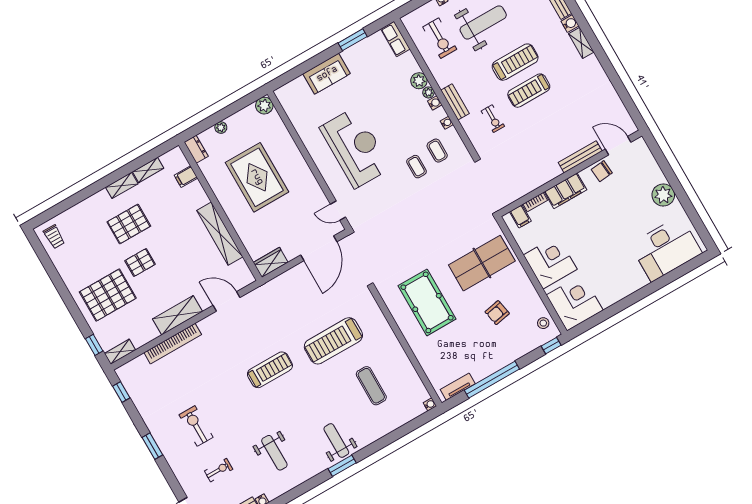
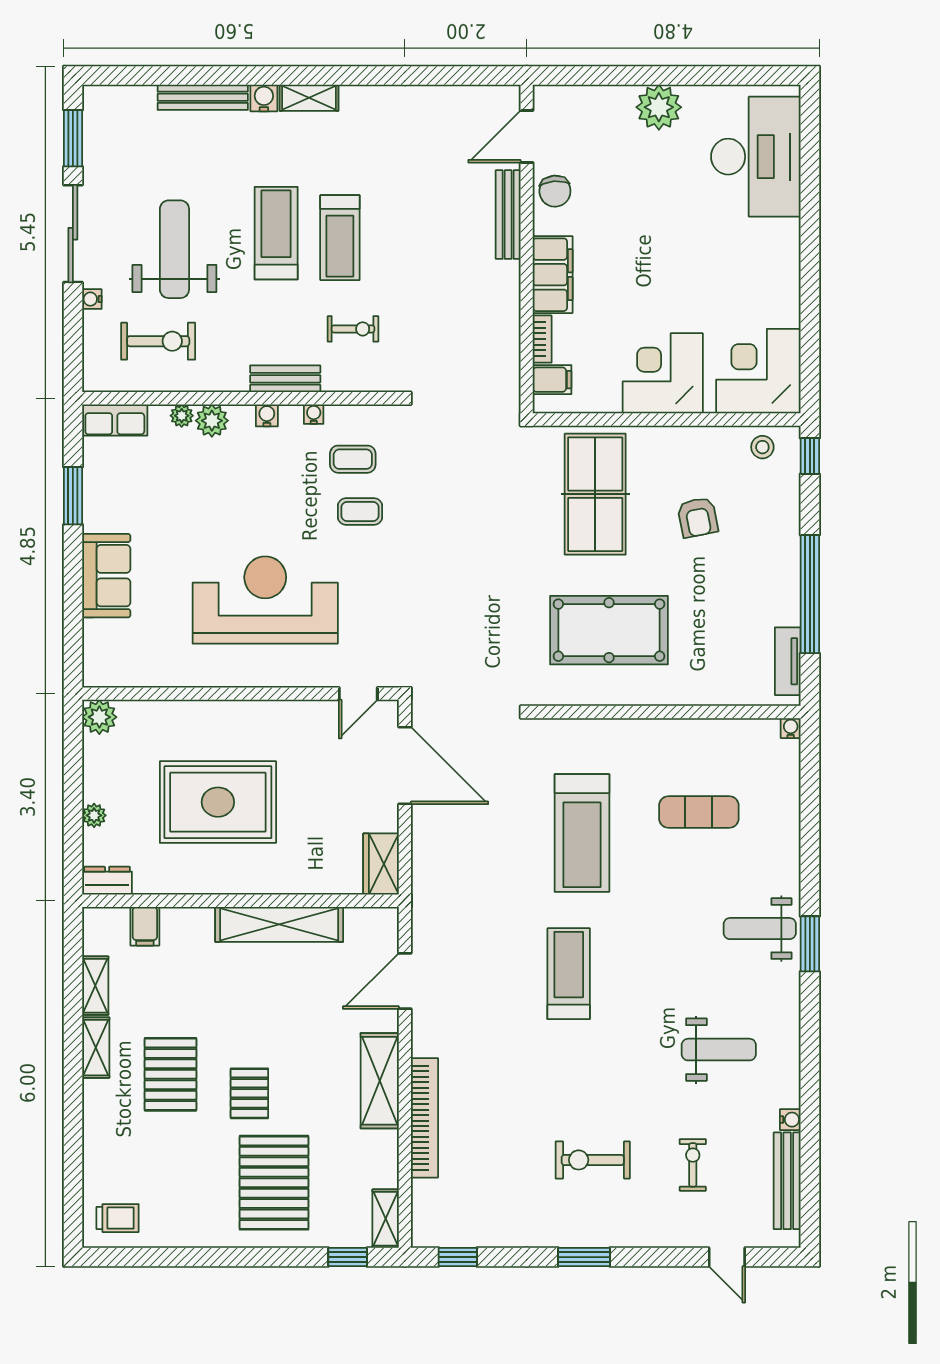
plant: (428, 92) -> (182, 416), moved

